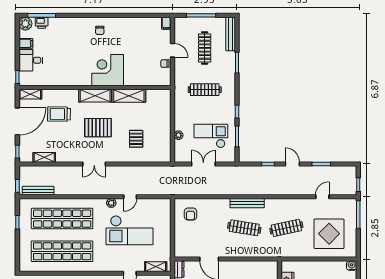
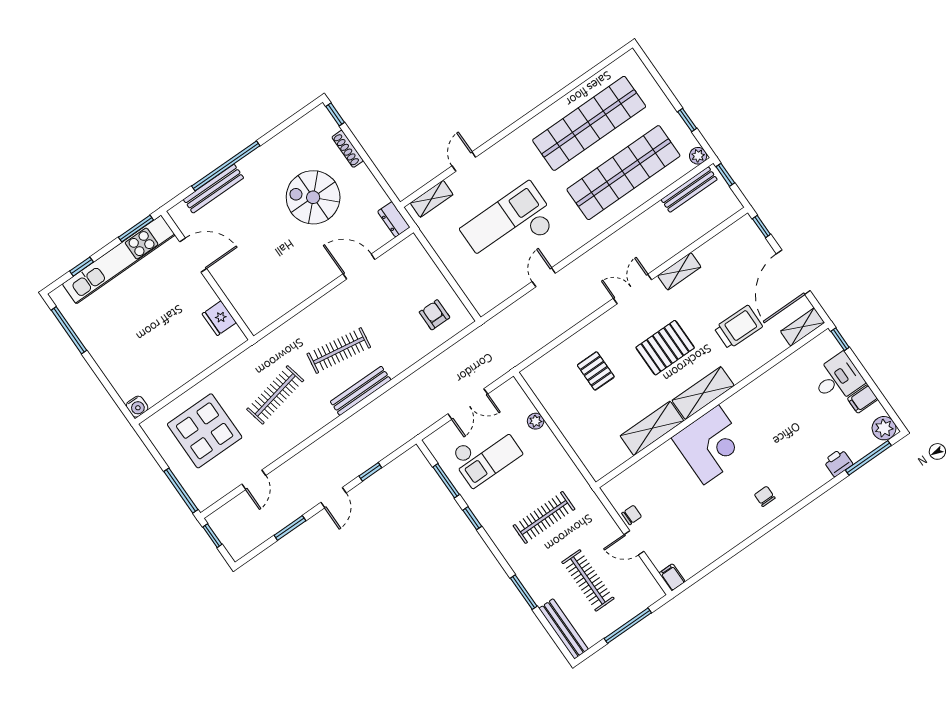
printer: (42, 23) -> (838, 463), moved
shelving: (44, 157) -> (679, 271), moved
door: (292, 164) -> (333, 498), hinge flipped
plant: (111, 203) -> (698, 156), moved

